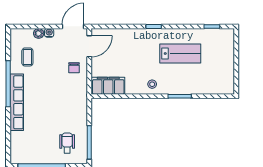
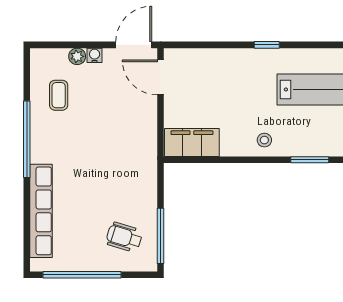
door: (89, 46) -> (161, 77), swing flipped
chair: (74, 68) -> (135, 113), removed
row of seats: (17, 102) -> (41, 211), moved
wheelchair: (67, 143) -> (124, 237), turned -73

